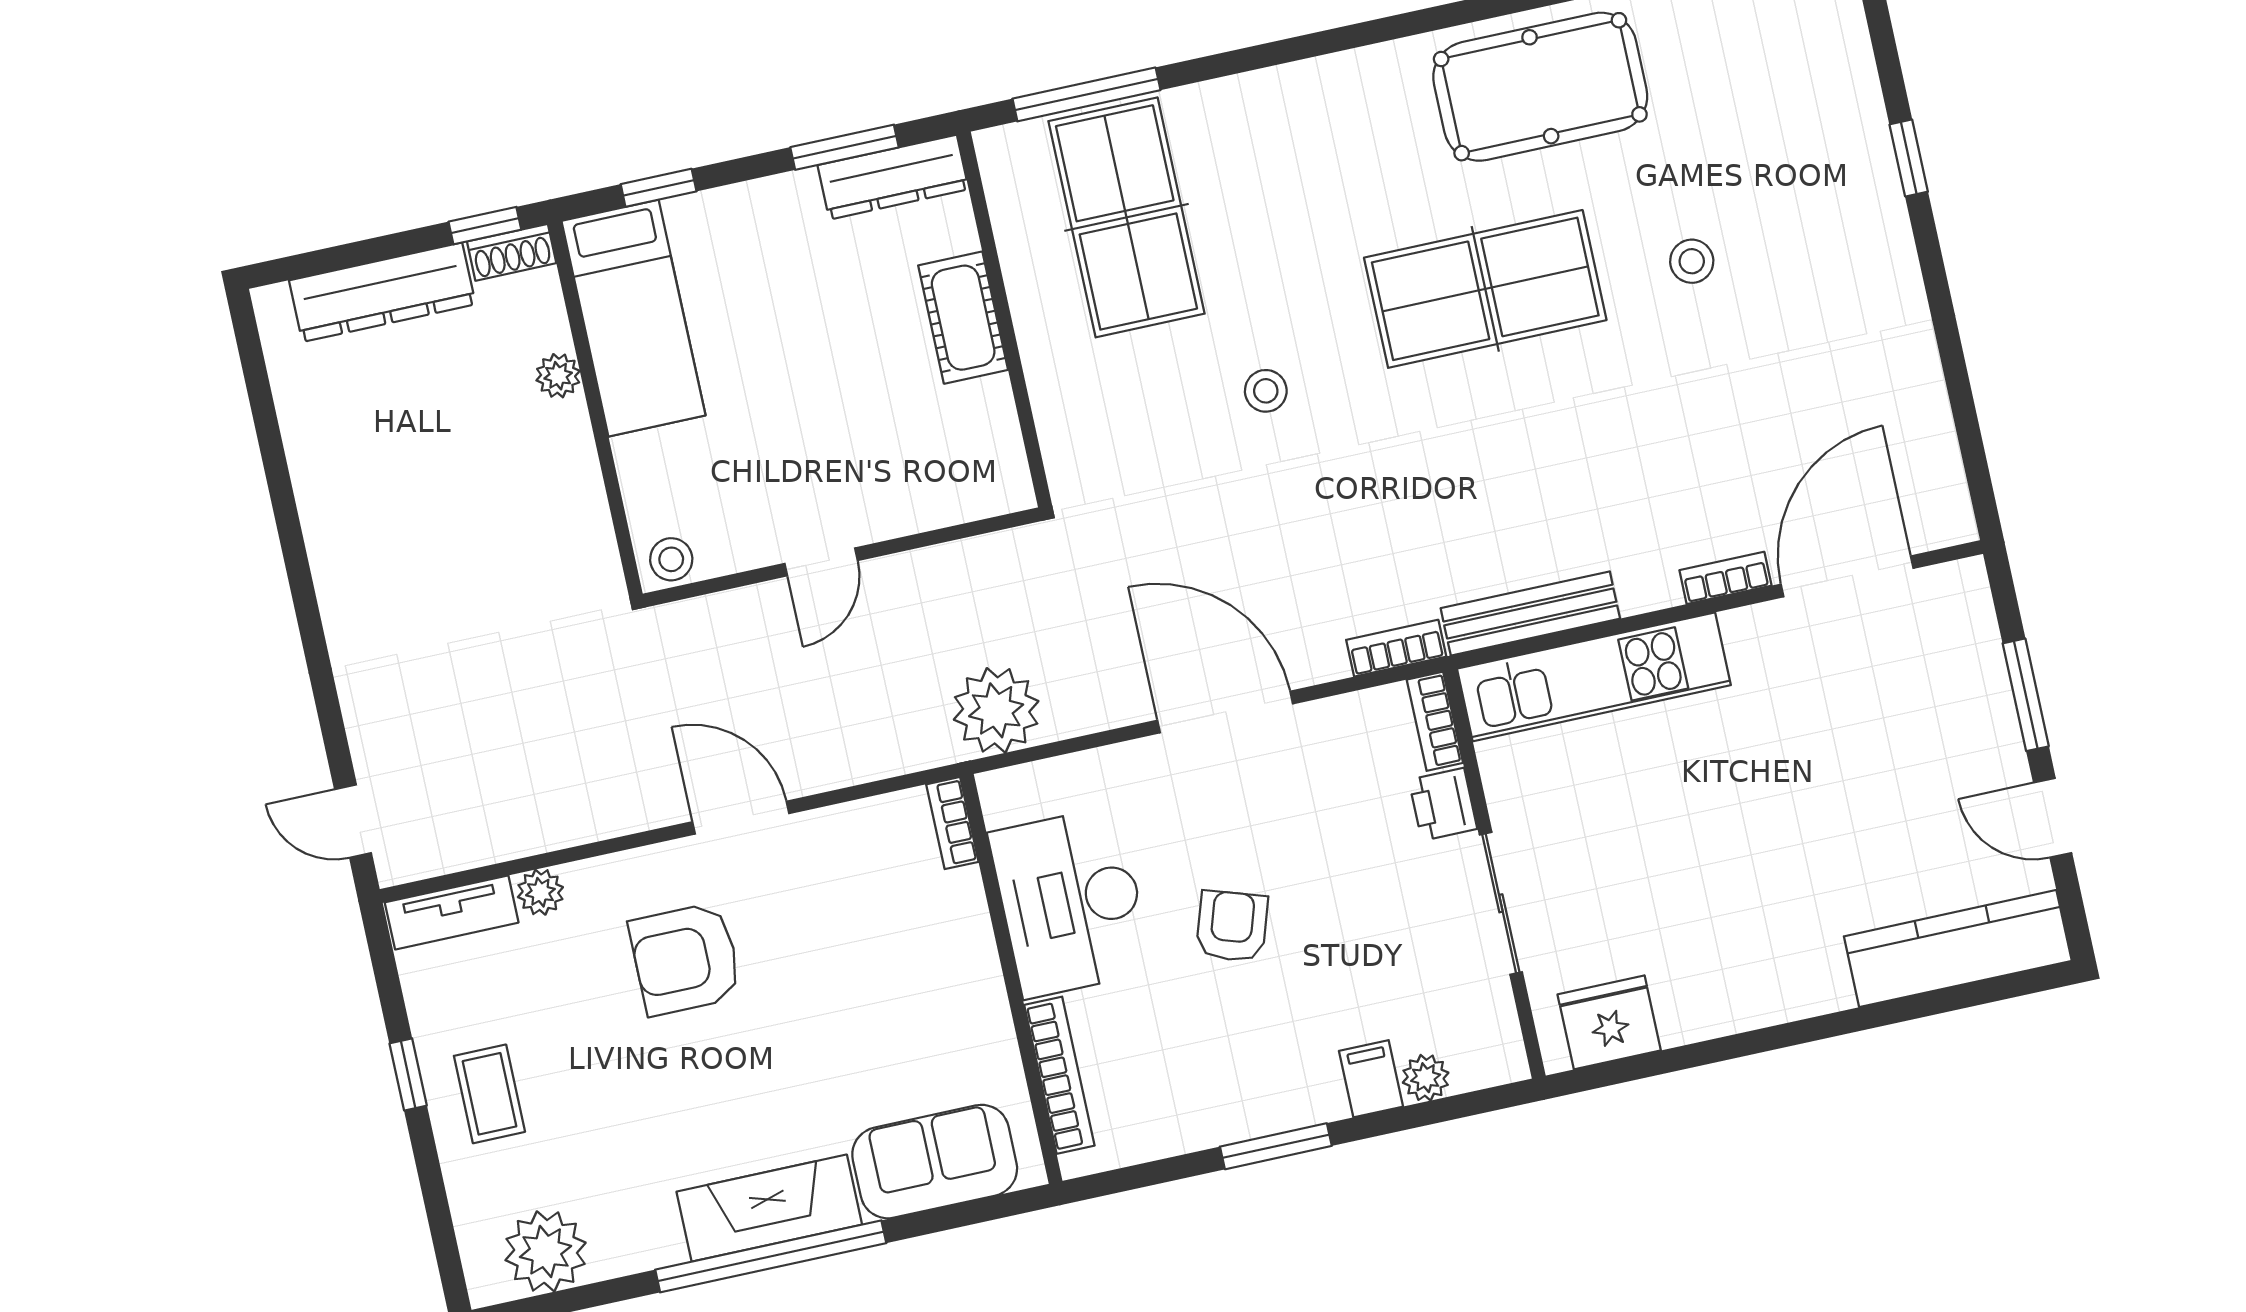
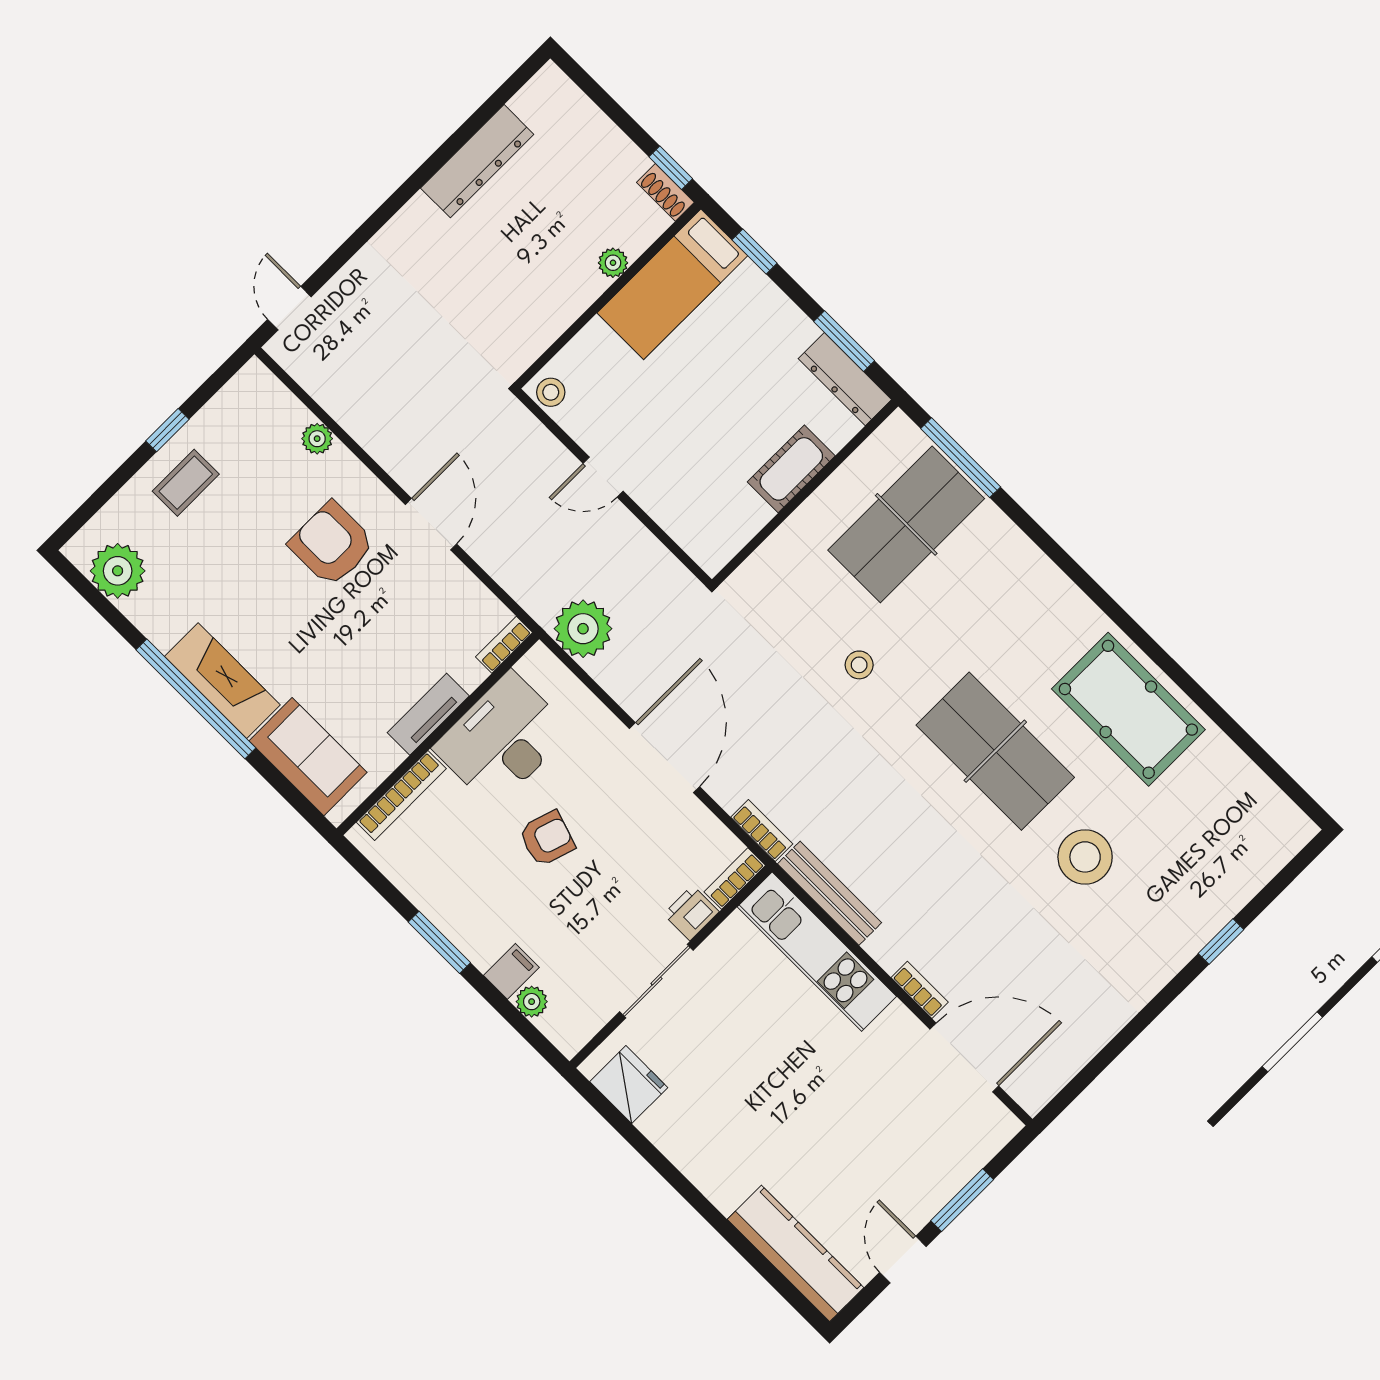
stool: (1692, 261) -> (1085, 857), width x1.89, depth x1.89
dresser: (382, 292) -> (477, 161), moved, turned -90
tv unit: (452, 912) -> (428, 714), moved, turned 90

